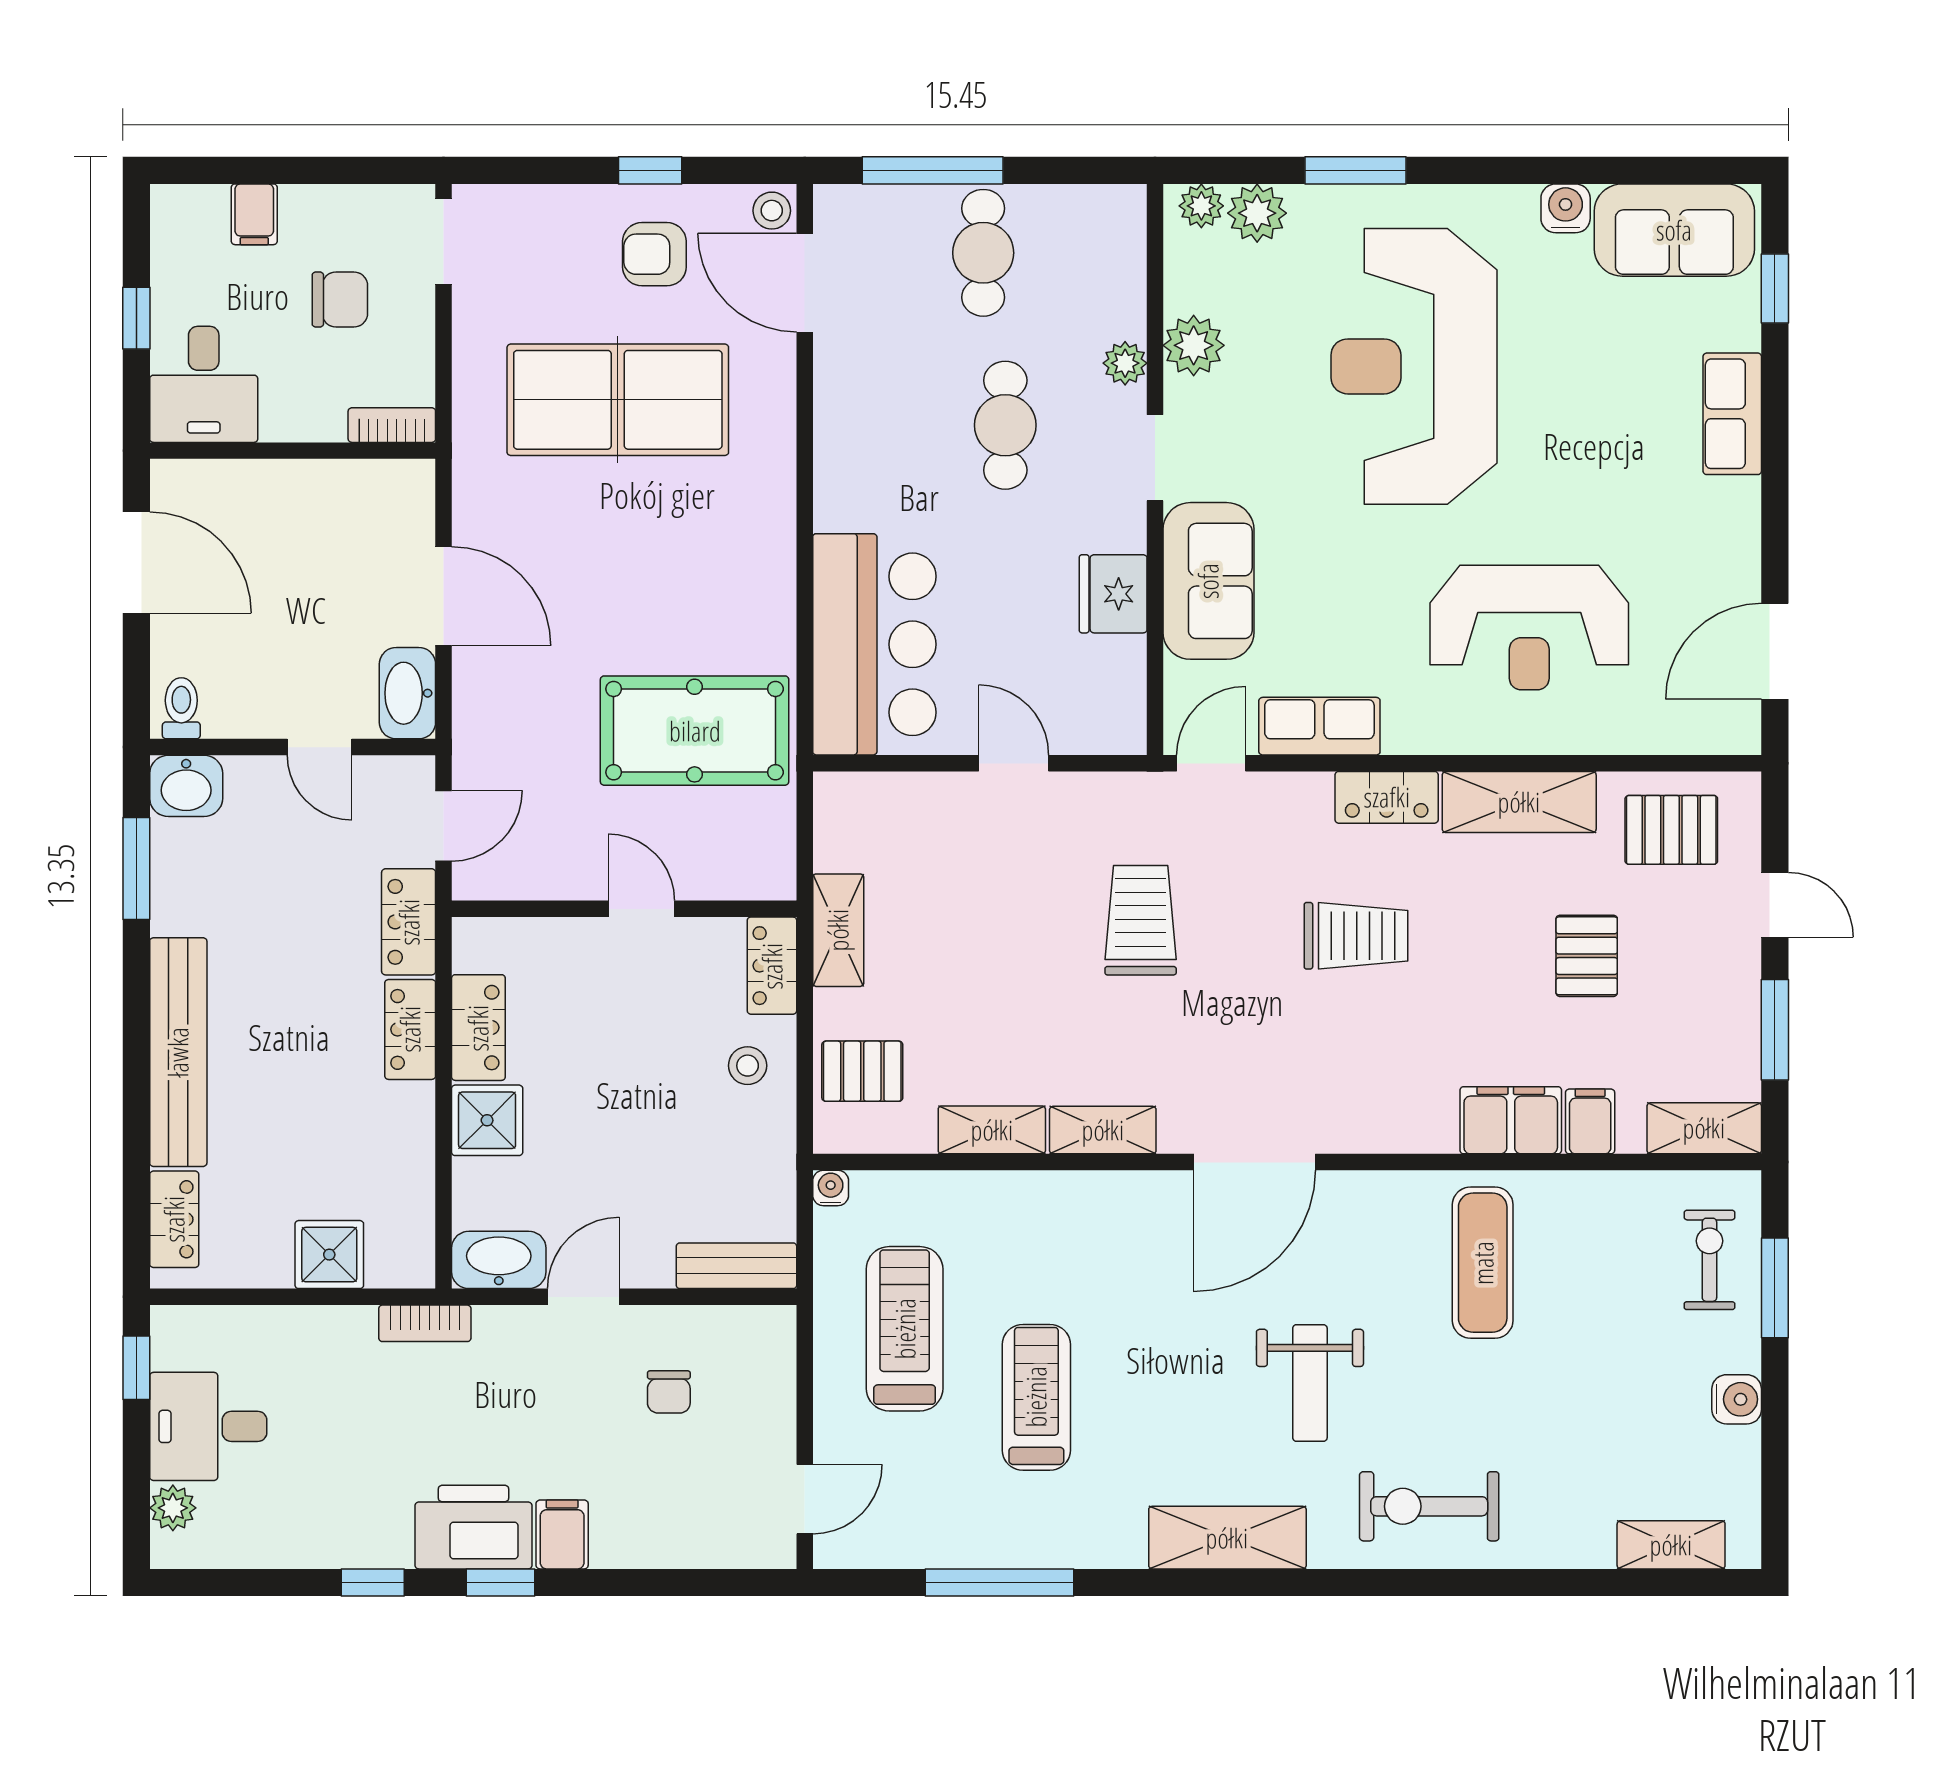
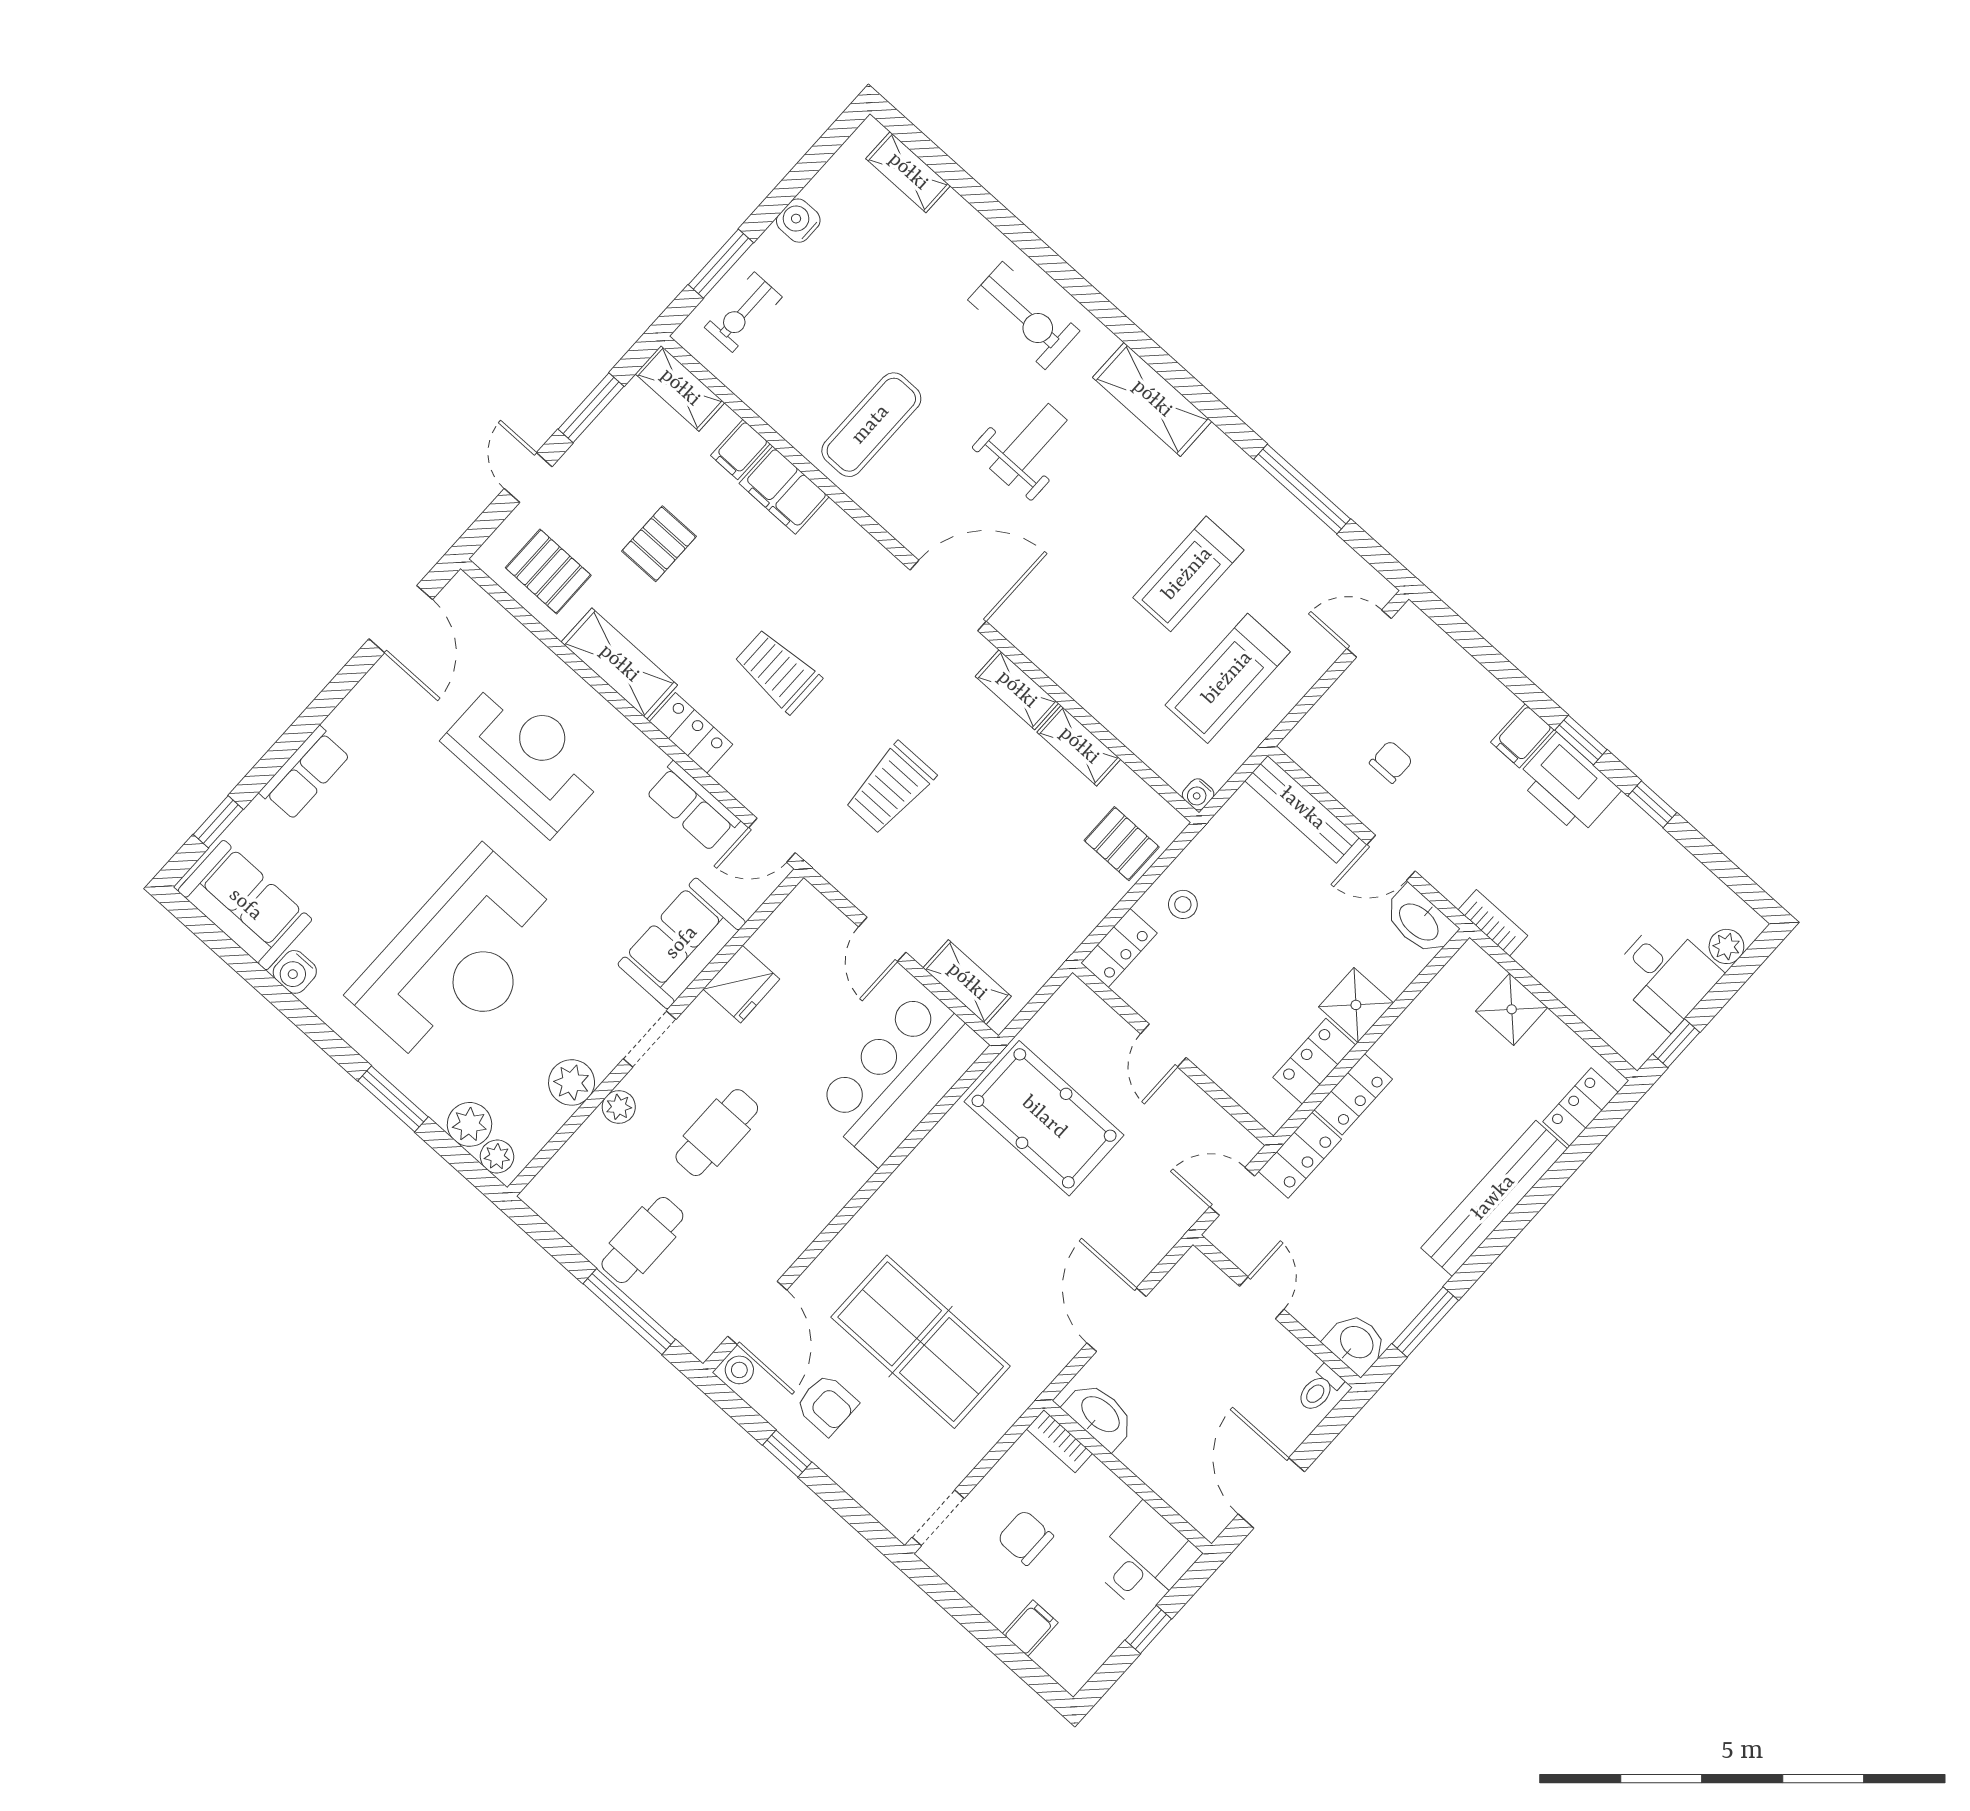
door: (1775, 651) -> (401, 619), hinge flipped
washbasin: (407, 693) -> (1100, 1415), moved, turned -90
shelving: (838, 930) -> (967, 982), moved, turned 90
bench: (736, 1266) -> (1302, 809), width x1.36

